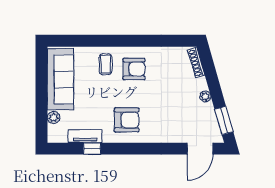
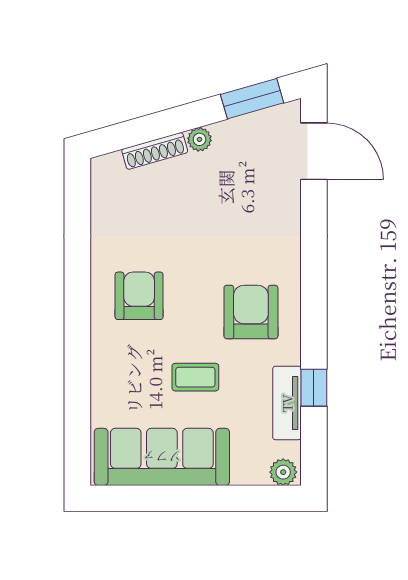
shoe rack: (196, 63) -> (155, 151), moved
coffee table: (105, 64) -> (195, 377), moved
plant: (54, 117) -> (283, 472), moved

